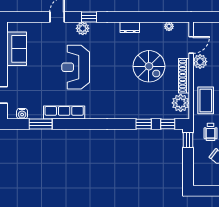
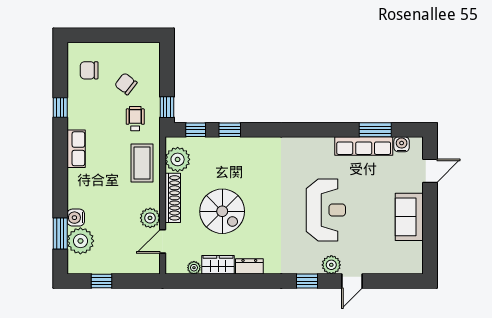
plant: (83, 28) -> (331, 265), moved
wardrobe: (152, 28) -> (218, 265), added
sofa: (17, 49) -> (409, 217), moved
spiral stairs: (149, 66) -> (222, 211), turned 180
row of seats: (64, 112) -> (364, 146), moved

